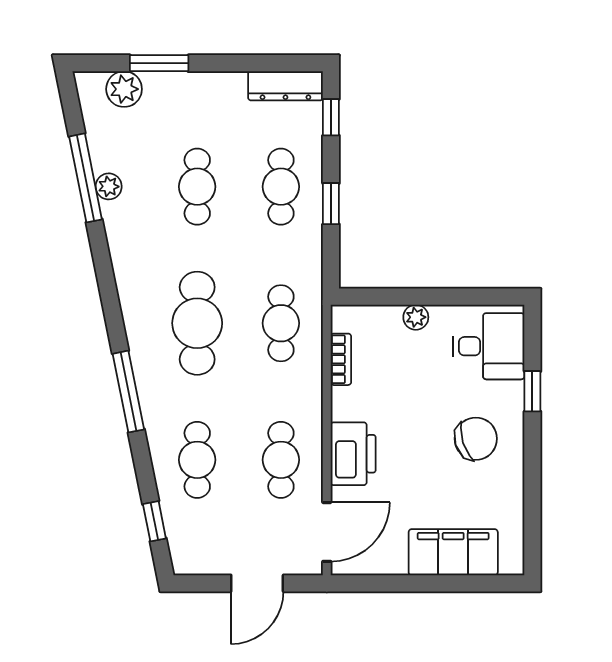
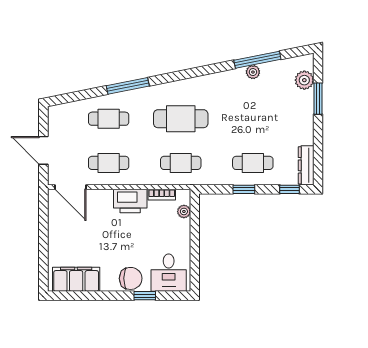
cafe table: (197, 187) -> (253, 119), removed
plant: (416, 317) -> (184, 211), moved
window: (128, 392) -> (128, 86), moved
chair: (476, 439) -> (131, 278), moved, turned -72
printer: (353, 454) -> (130, 201), moved
window: (154, 521) -> (76, 96), removed
filing cabinet: (453, 552) -> (76, 279), moved, turned -90

